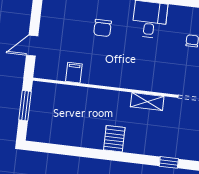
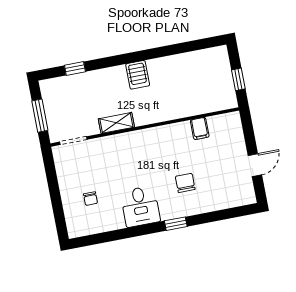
door: (32, 46) -> (255, 165), moved
window: (25, 106) -> (238, 79), width x0.67

